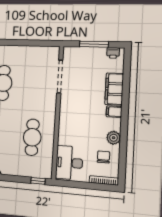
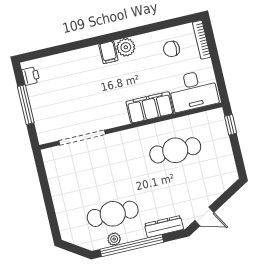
filing cabinet: (114, 89) -> (150, 107), moved, turned 180
plant: (114, 138) -> (126, 47), moved

